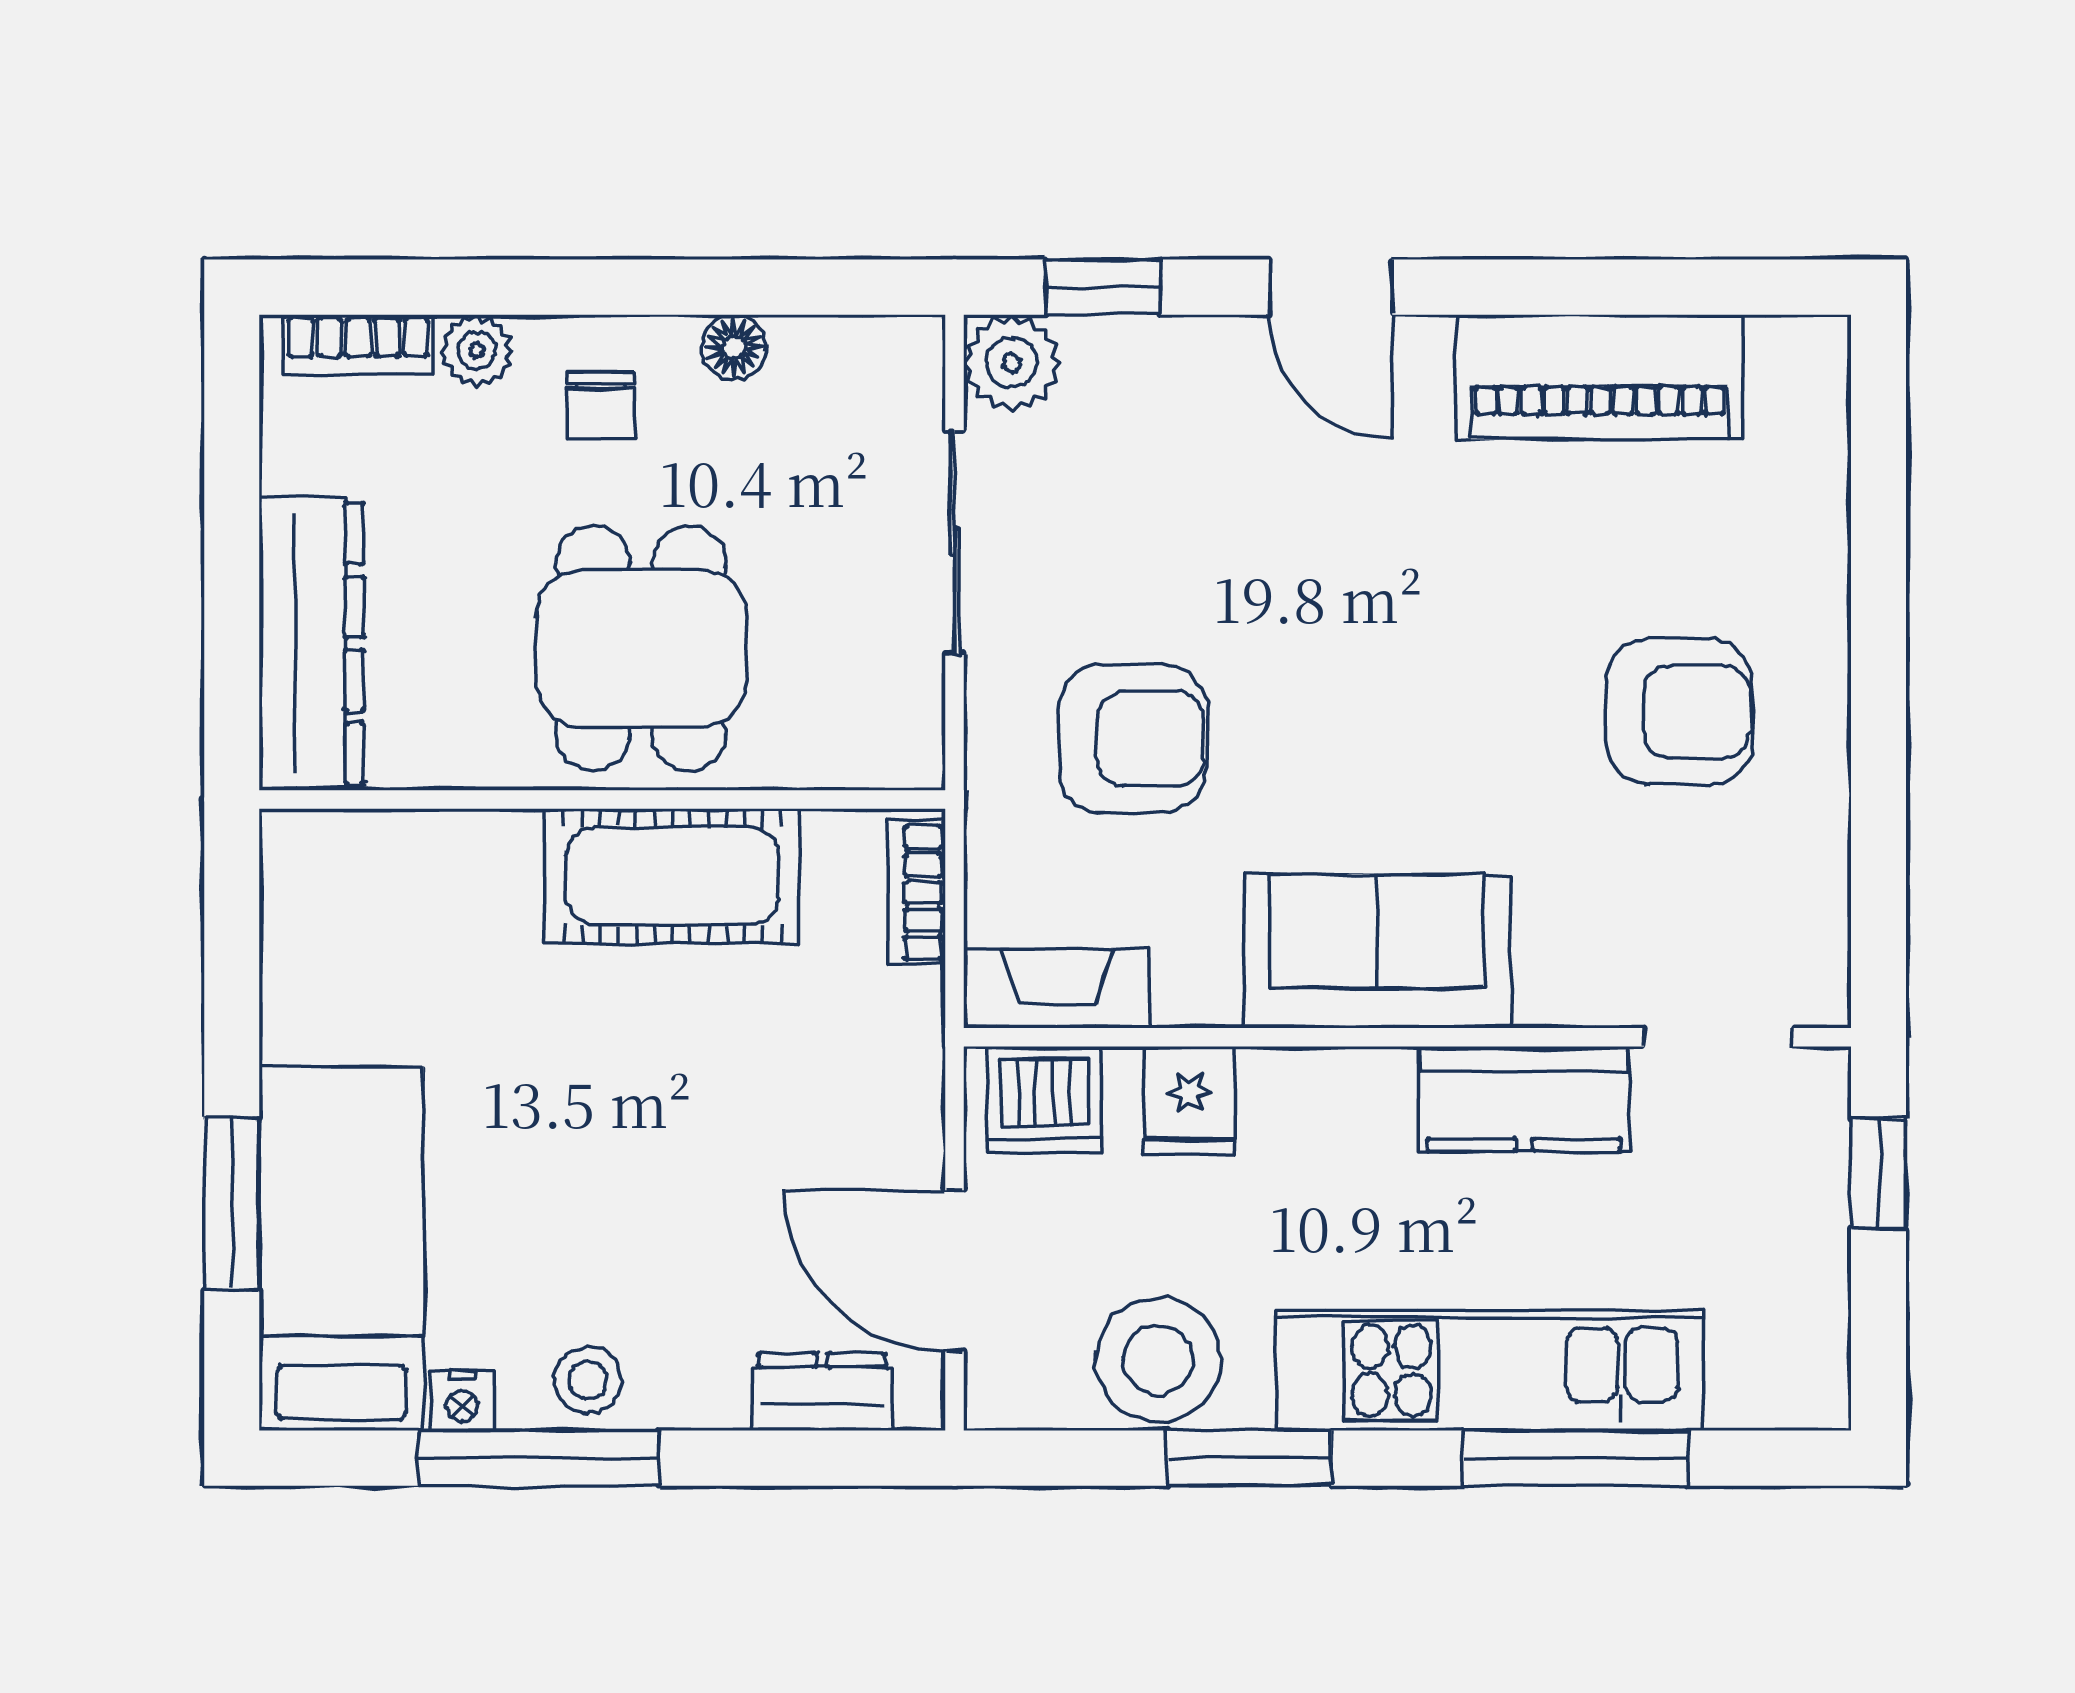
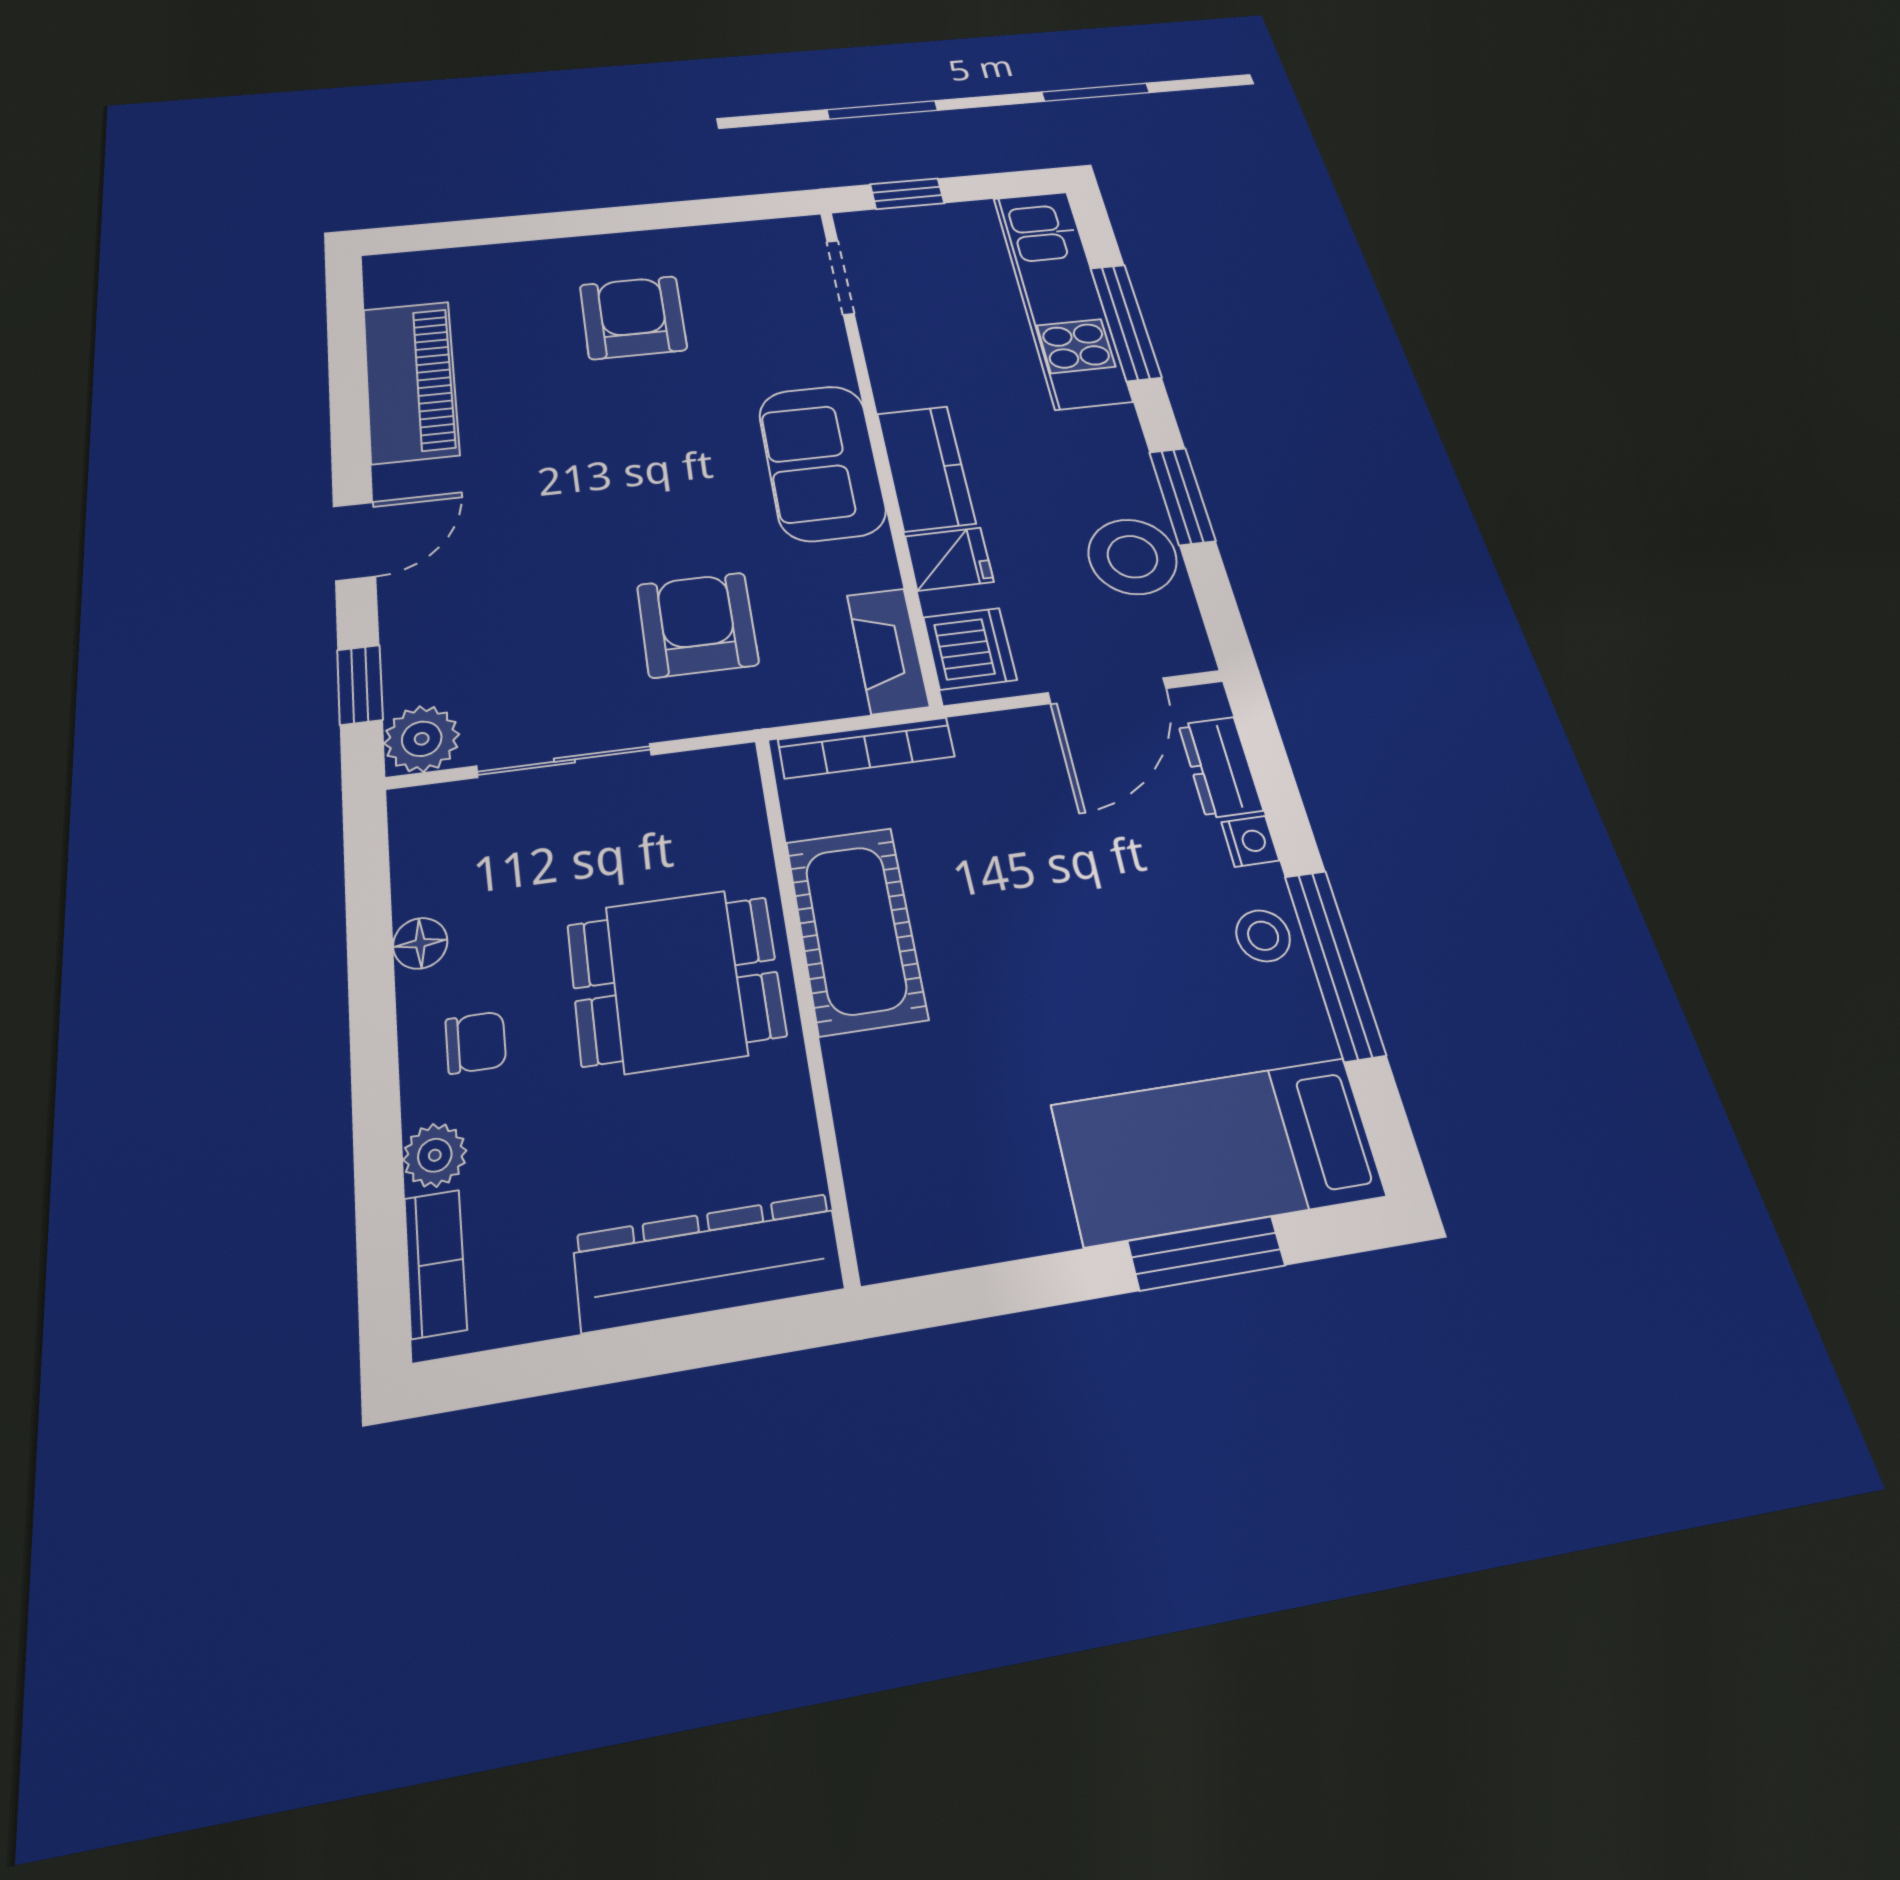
bookcase: (916, 893) -> (866, 748), width x1.56
kitchen counter: (1524, 1099) -> (926, 468), moved
kitchen unit: (1489, 1371) -> (1061, 297), moved
nightstand: (462, 1401) -> (1250, 841), moved

